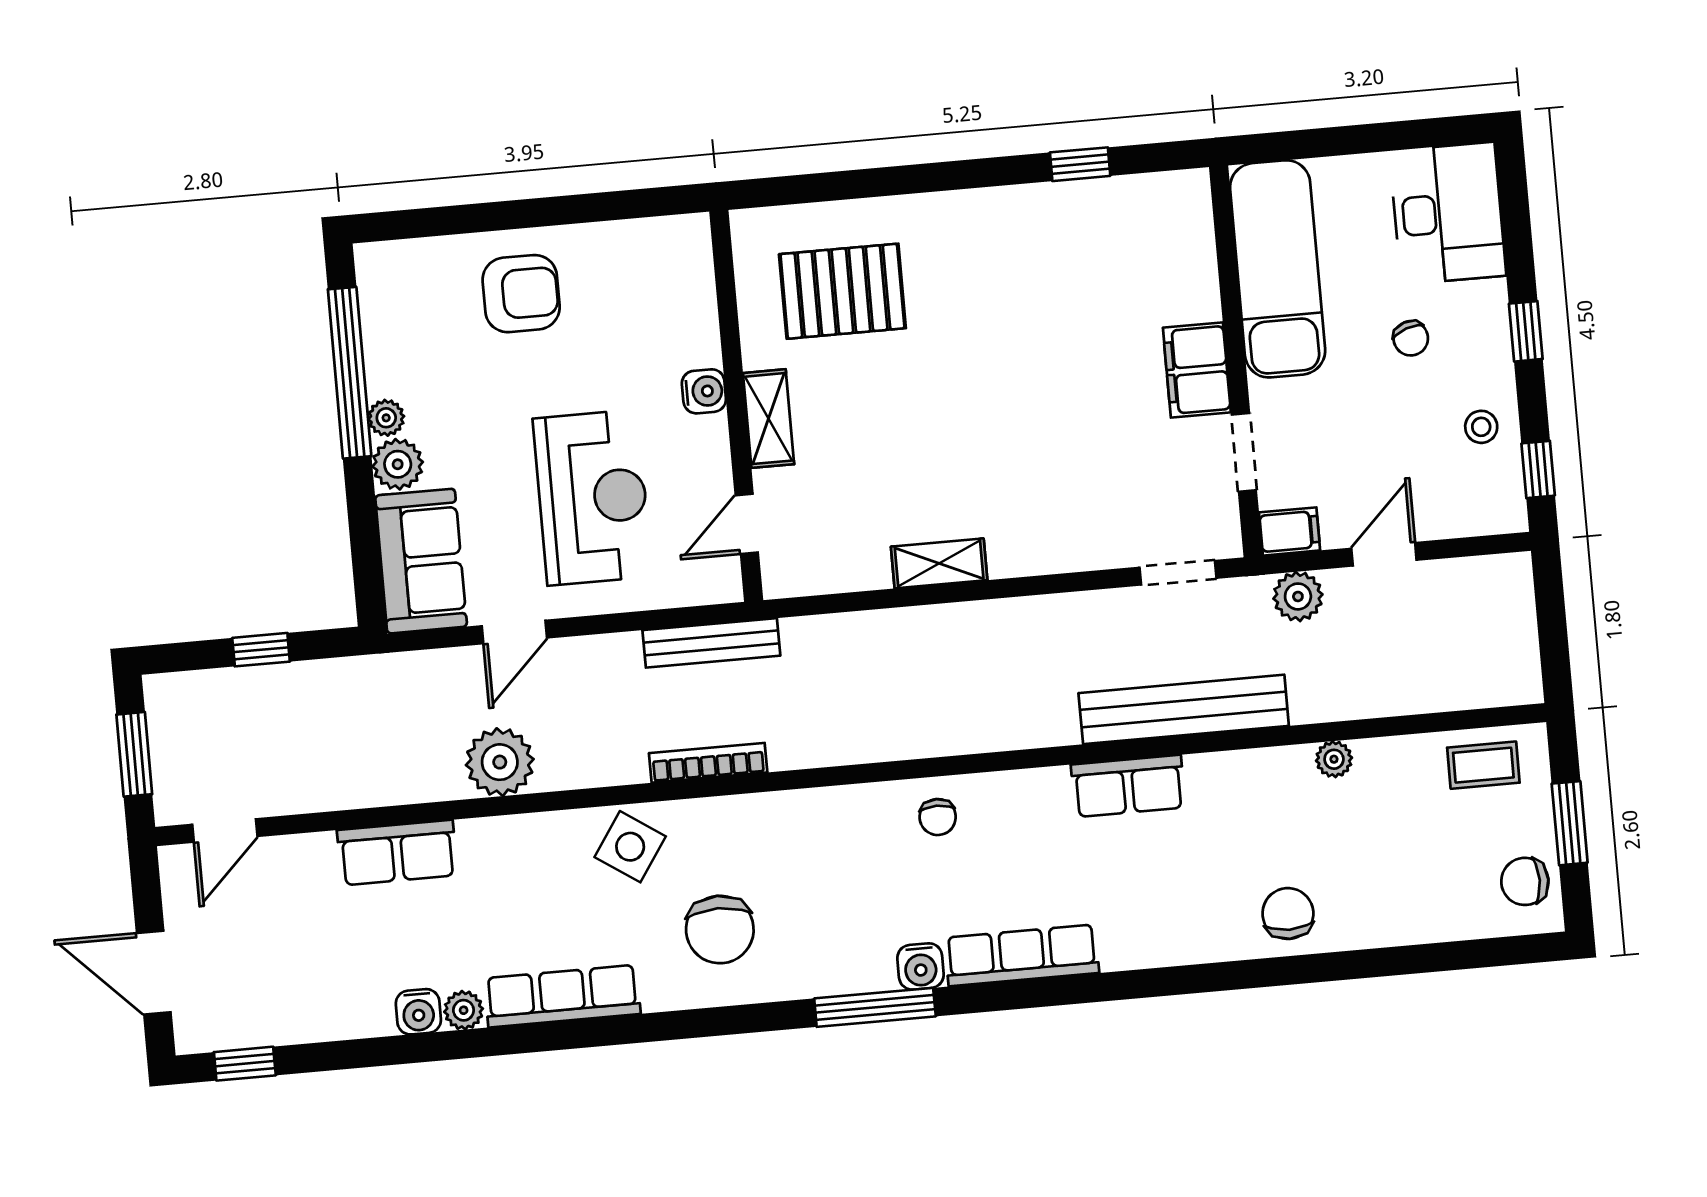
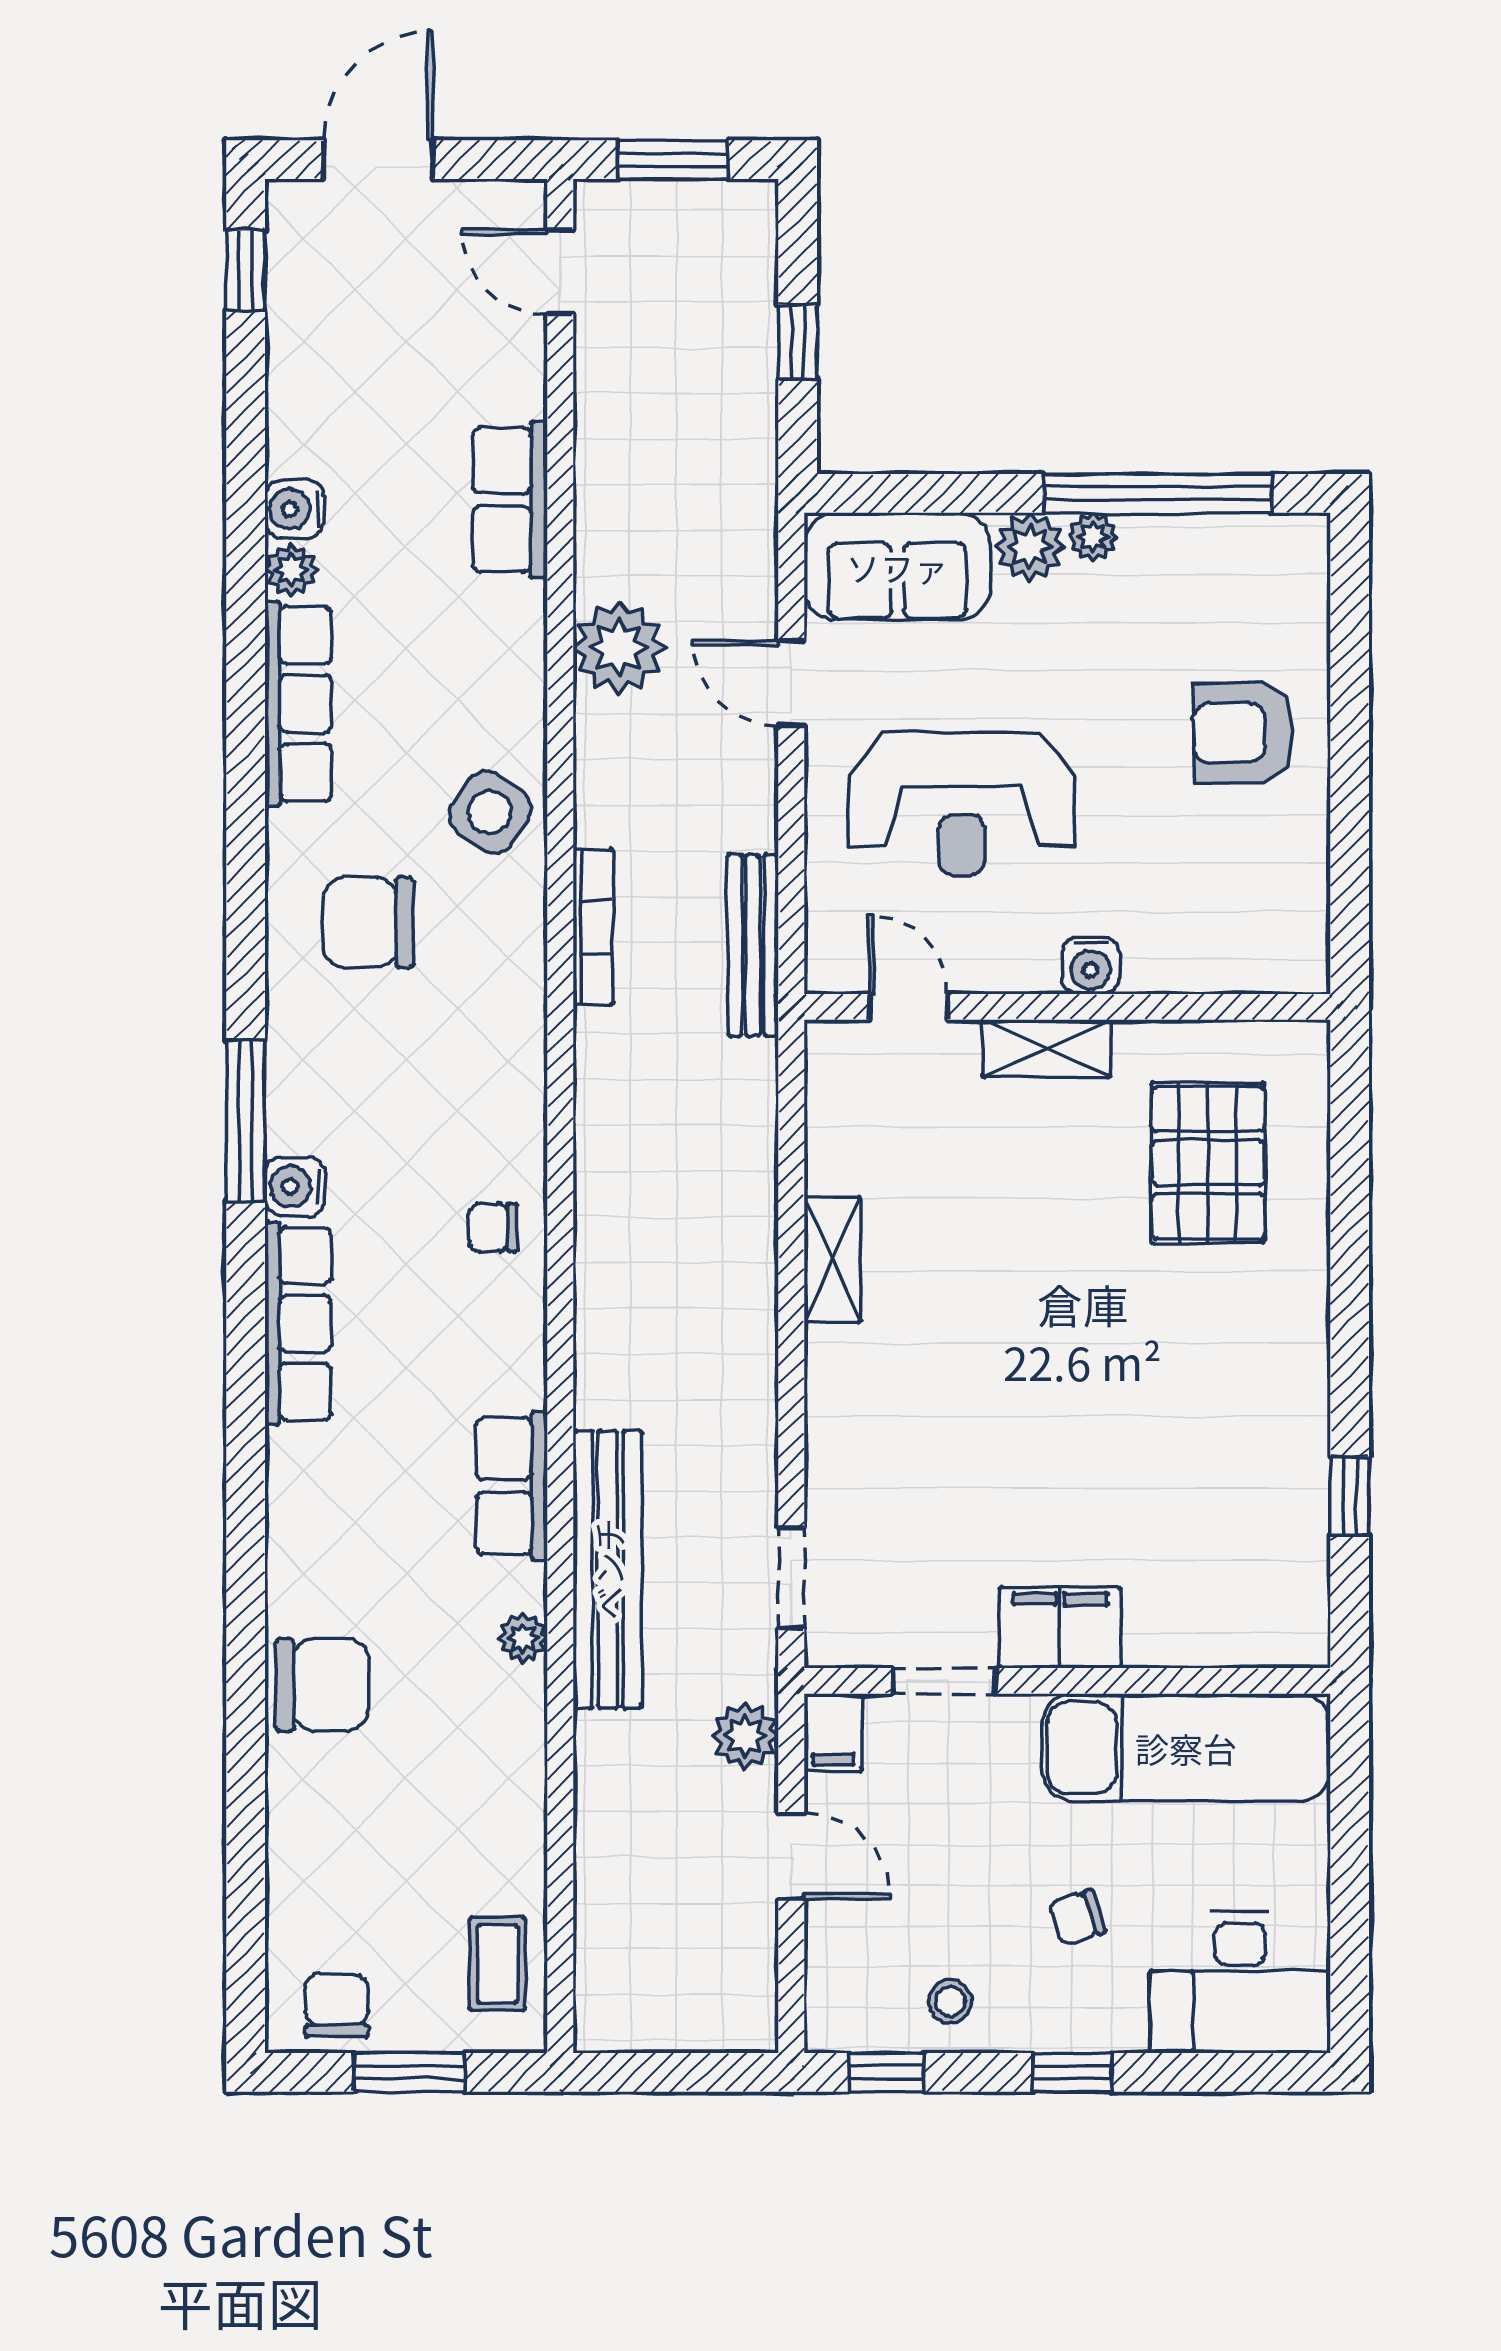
armchair: (521, 294) -> (1243, 732), turned 89
plant: (1334, 759) -> (523, 1638), moved
chair: (1288, 914) -> (322, 1685), width x1.37, depth x1.37

